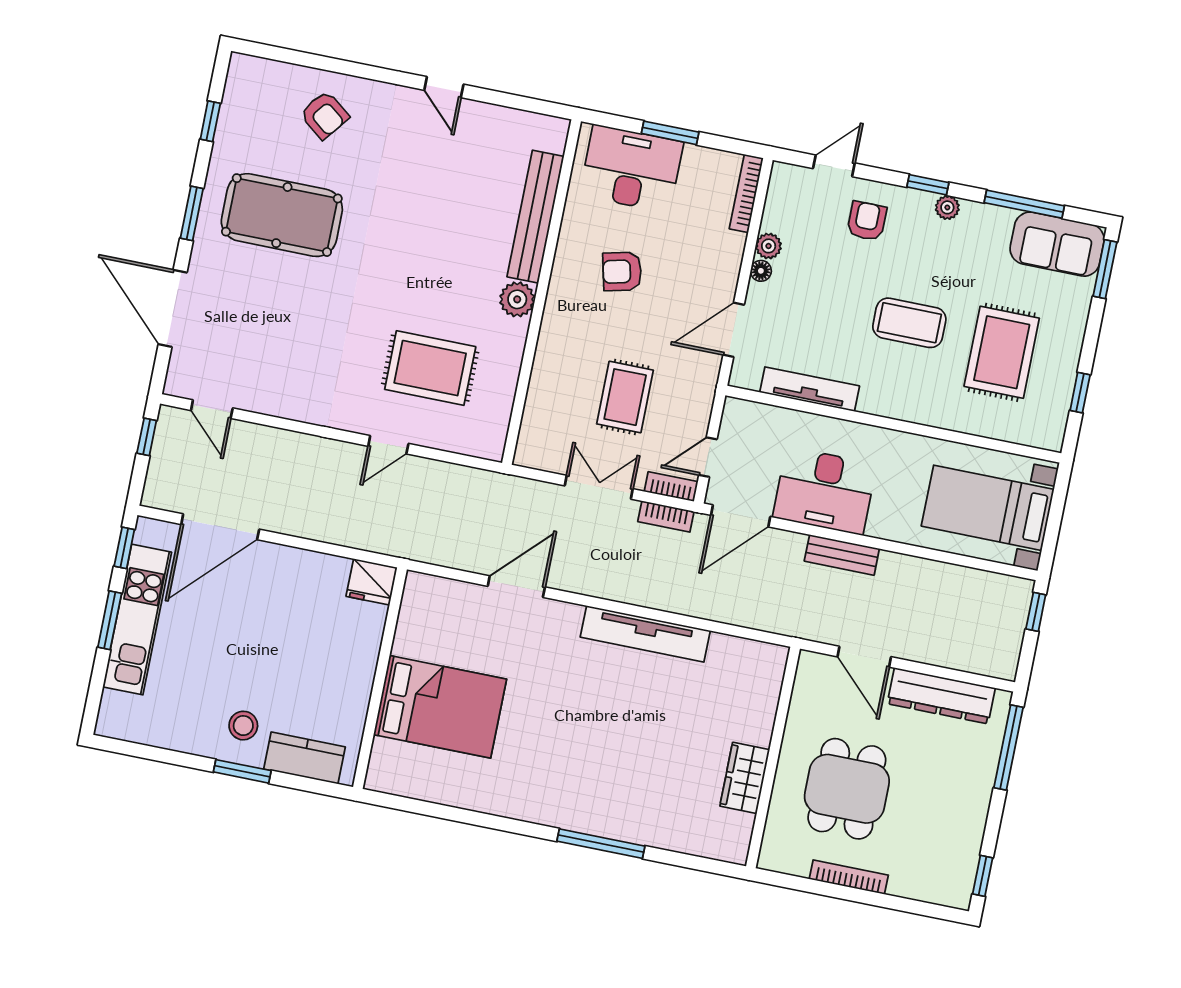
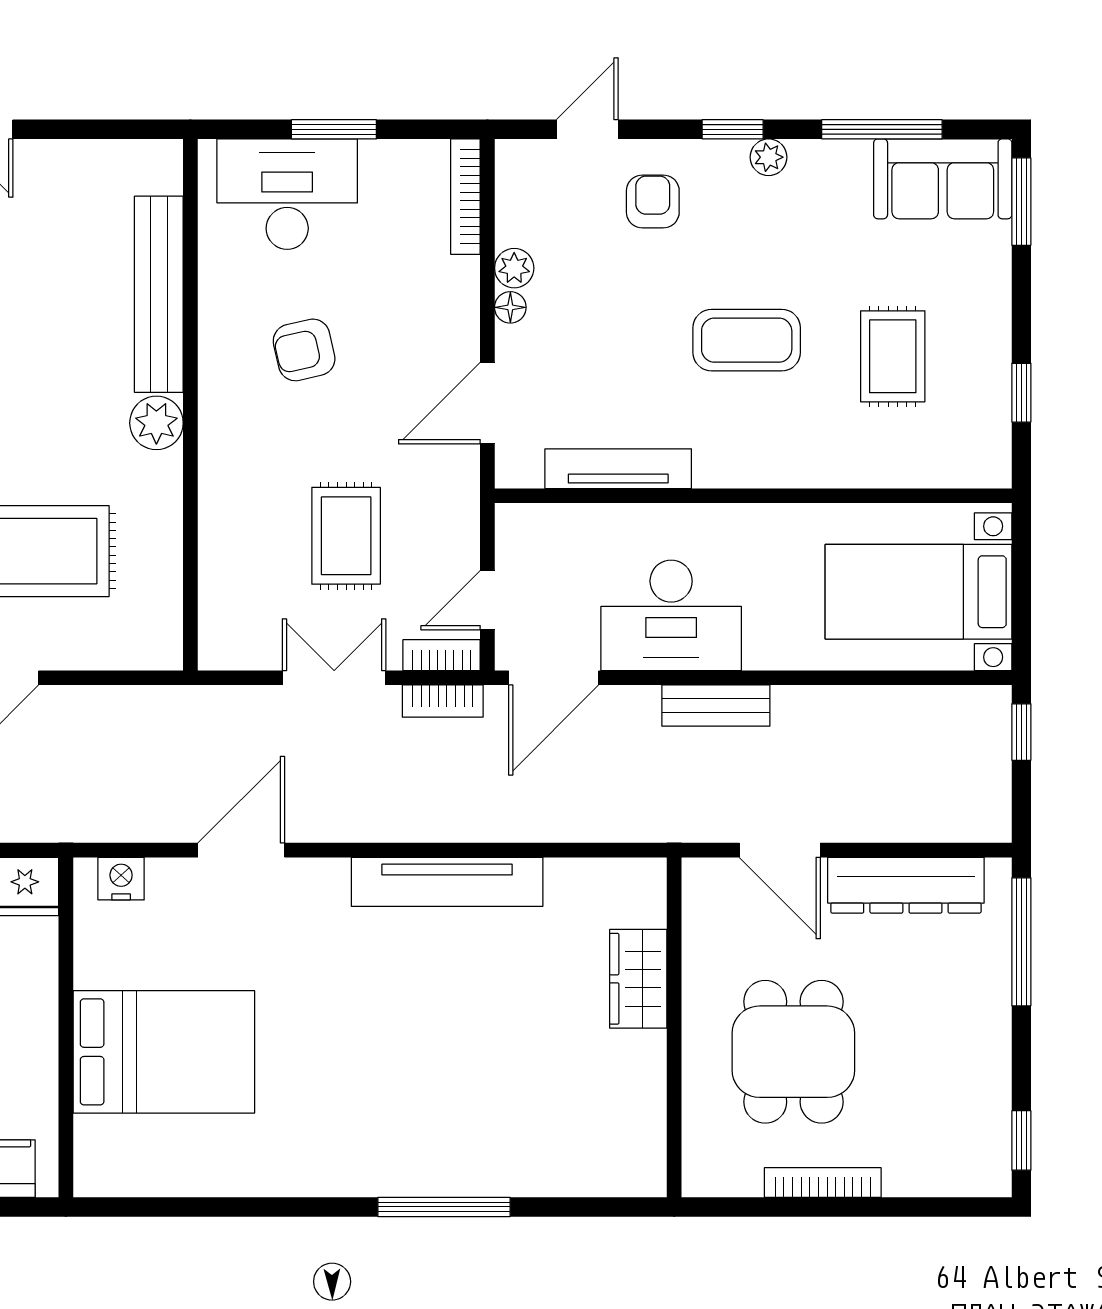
rug: (1002, 352) -> (893, 356), width x0.73, depth x0.70
nightstand: (435, 589) -> (121, 879), added
wardrobe: (745, 778) -> (638, 979), moved

